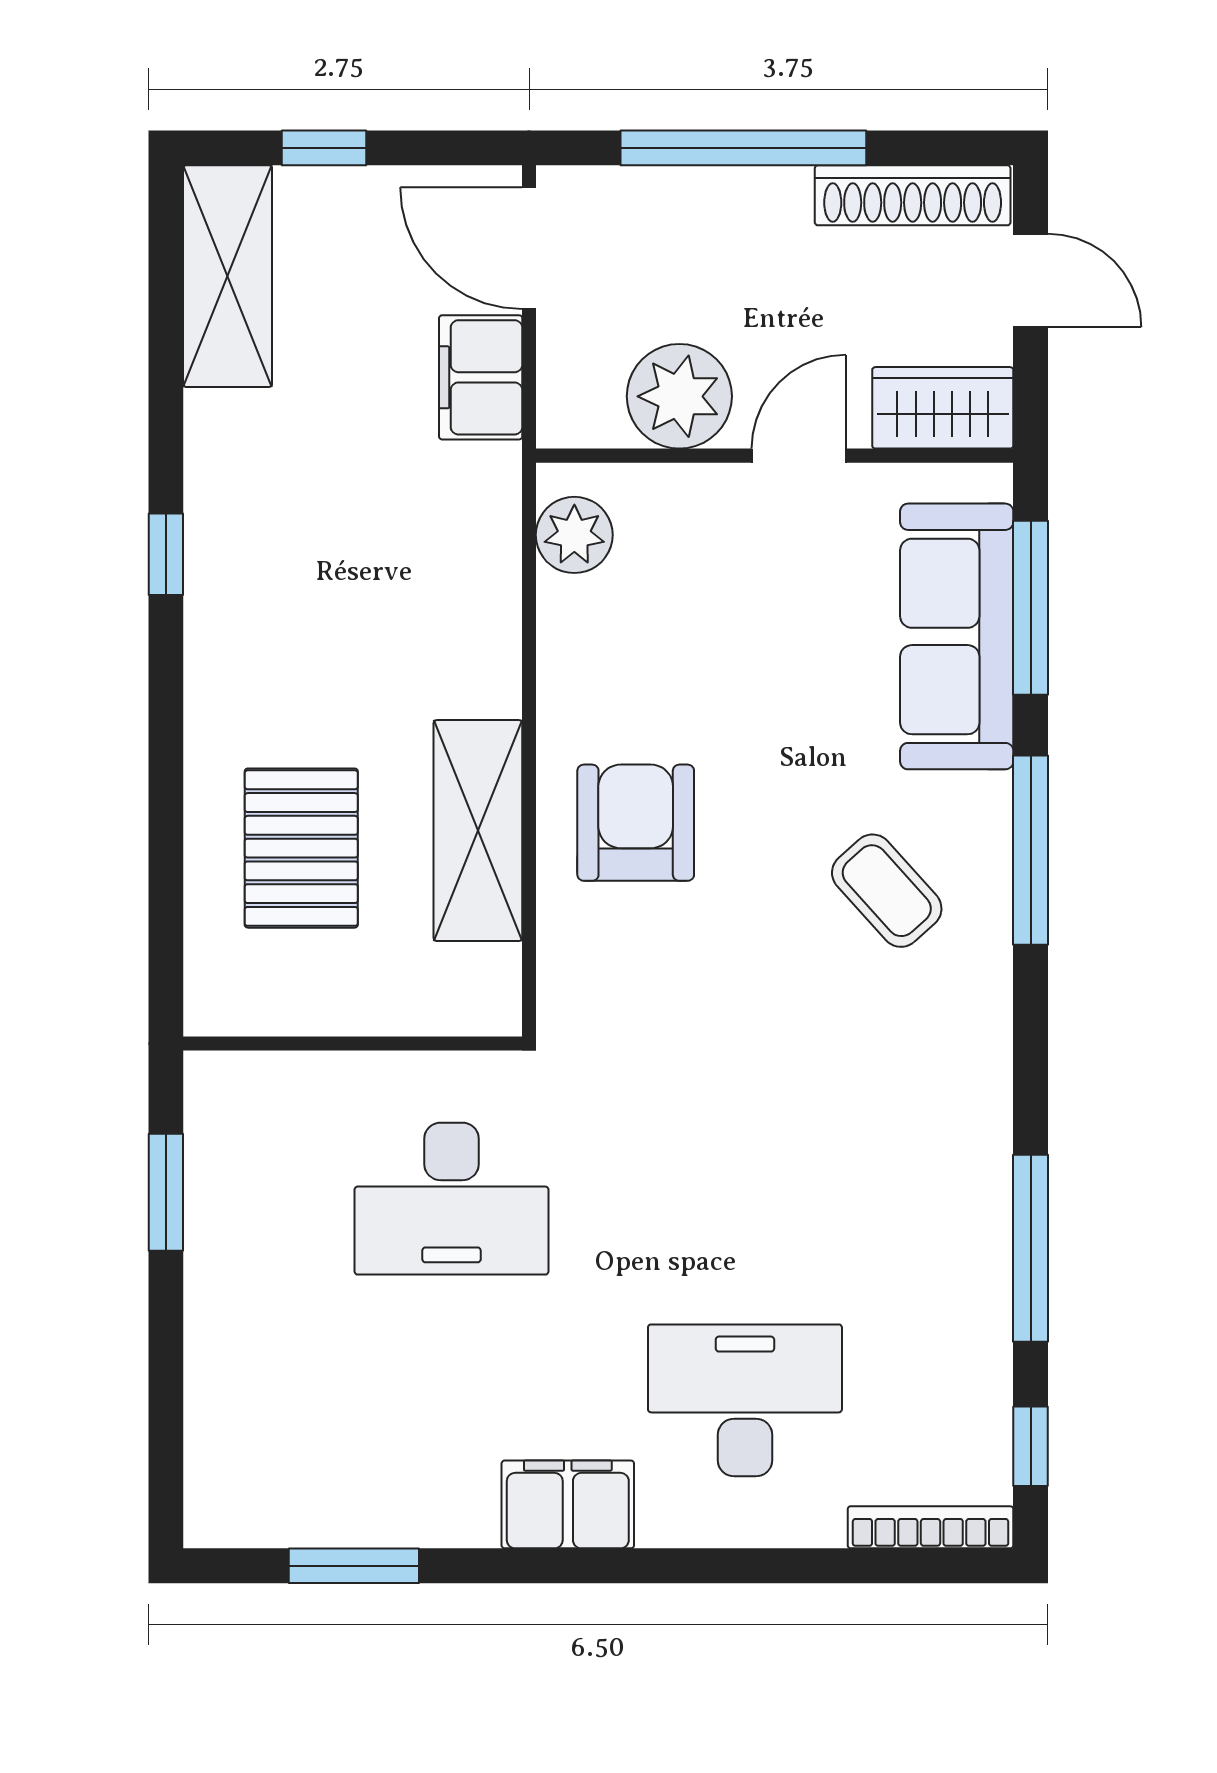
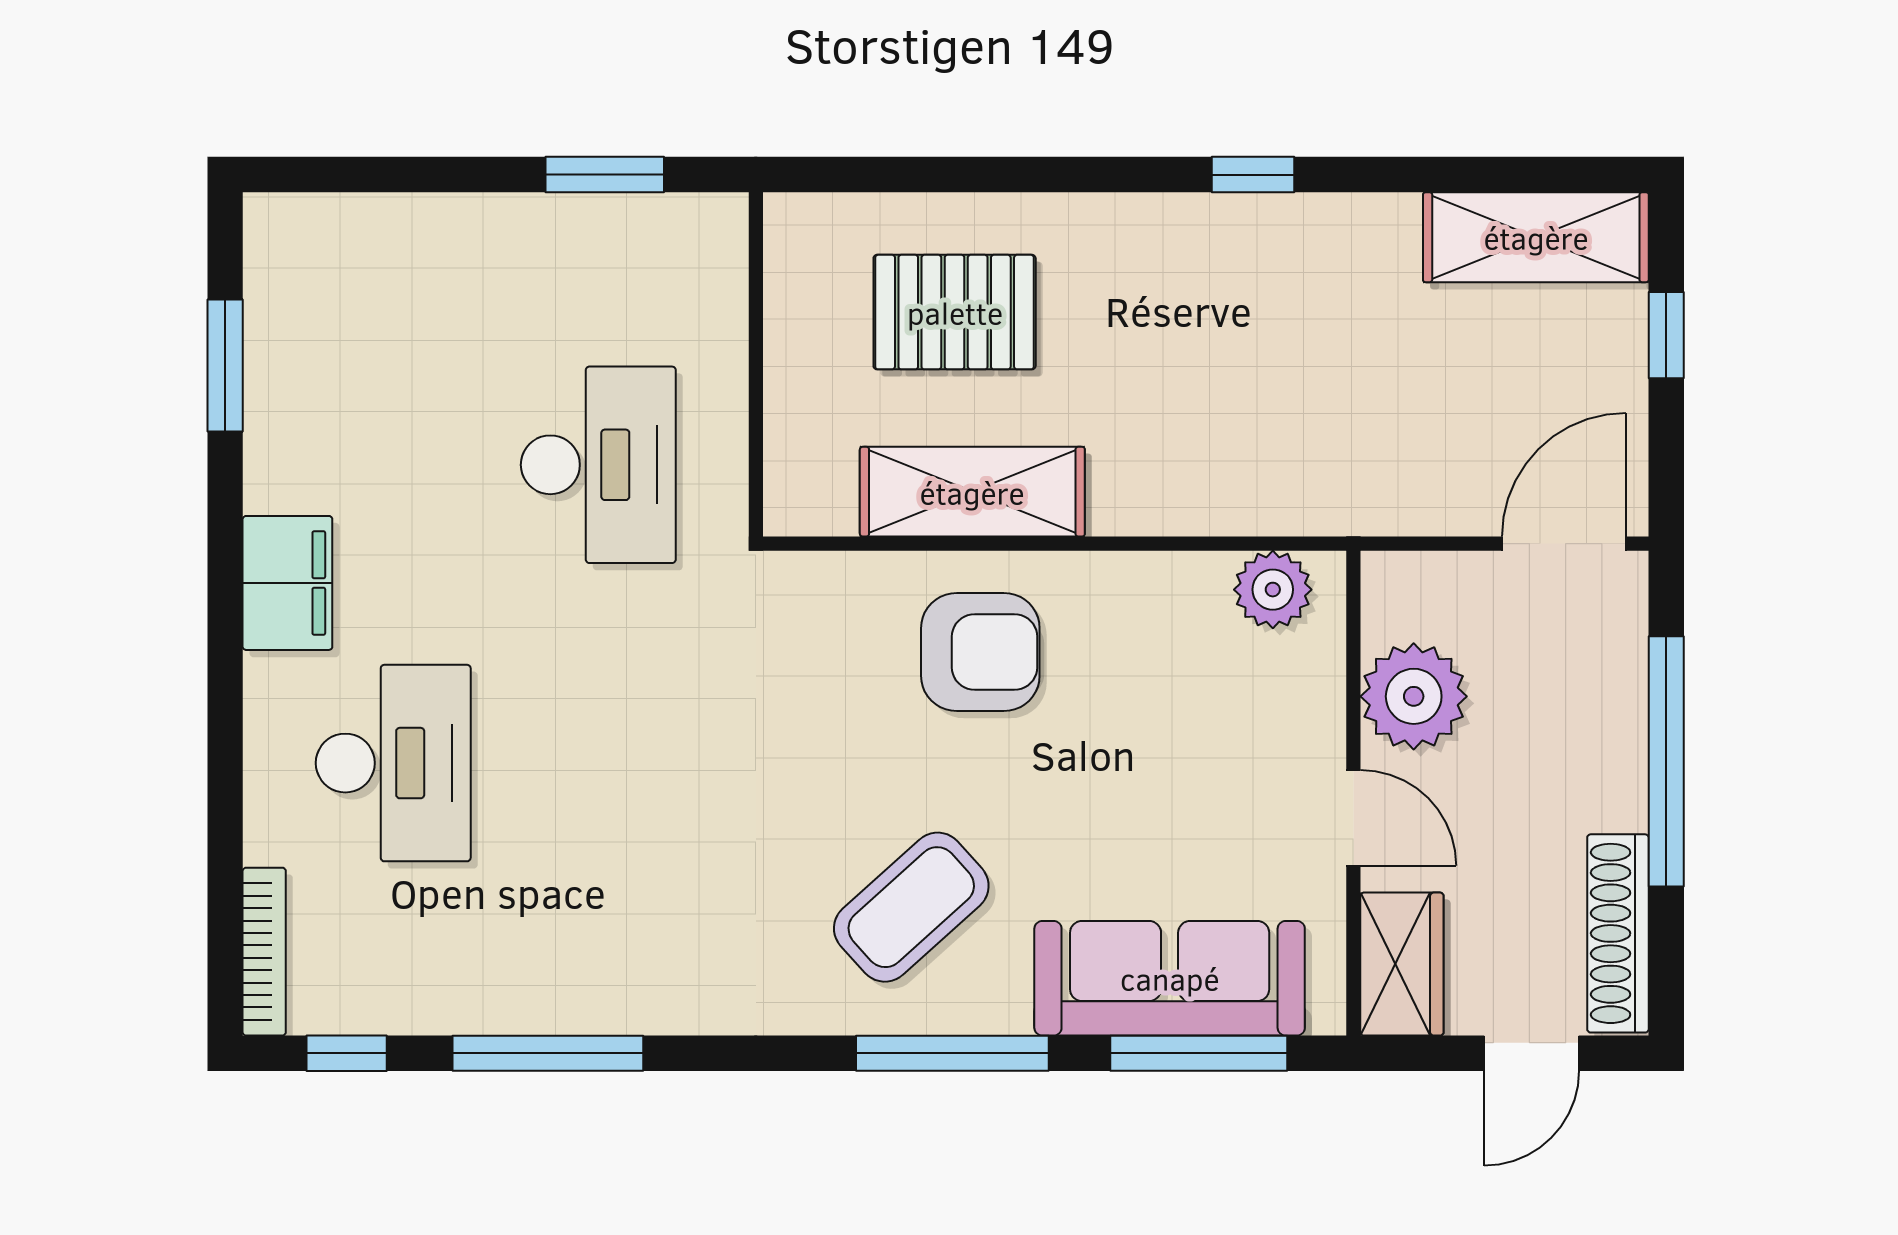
filing cabinet: (481, 377) -> (1433, 494), removed
coffee table: (887, 891) -> (911, 907), width x1.36, depth x1.30
desk: (452, 1199) -> (598, 465), turned 180

